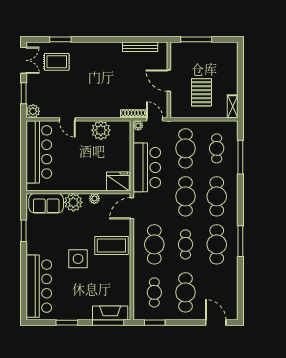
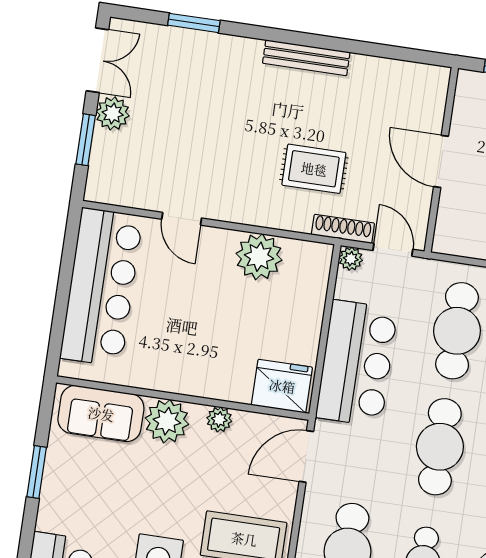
bench: (140, 47) -> (306, 58), moved
rug: (57, 62) -> (314, 169), moved
plant: (33, 111) -> (113, 113), moved

